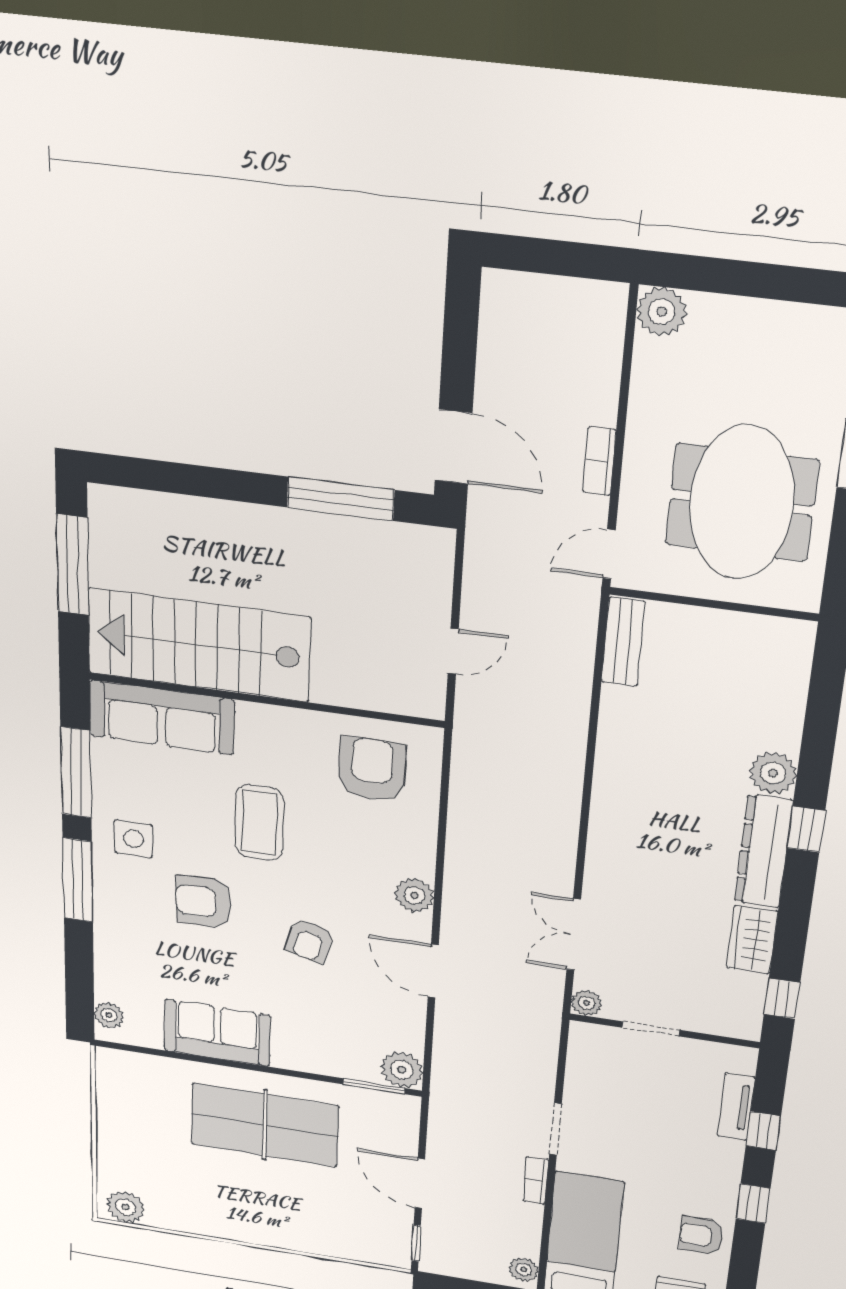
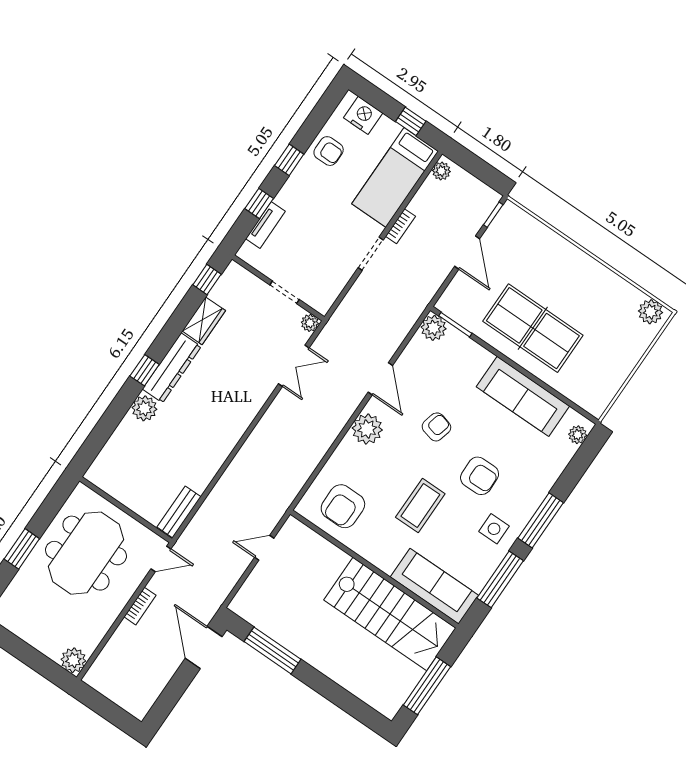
plant: (414, 895) -> (367, 429), width x1.36, depth x1.36
sofa: (217, 1033) -> (523, 396), width x1.36

